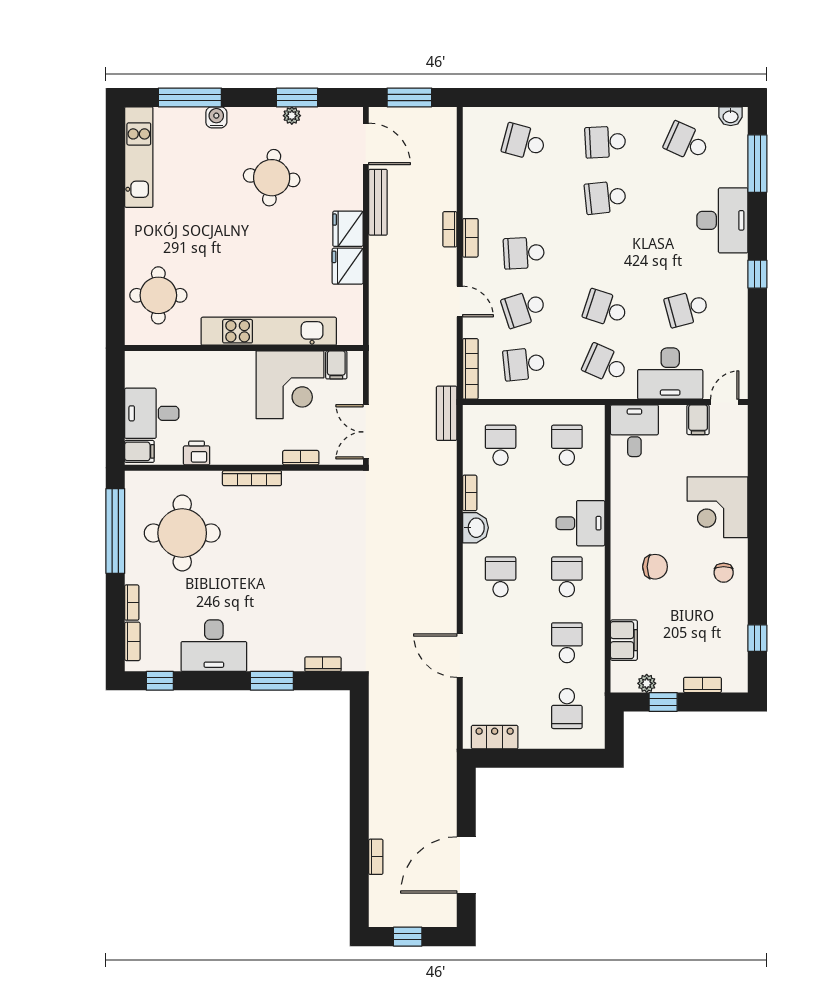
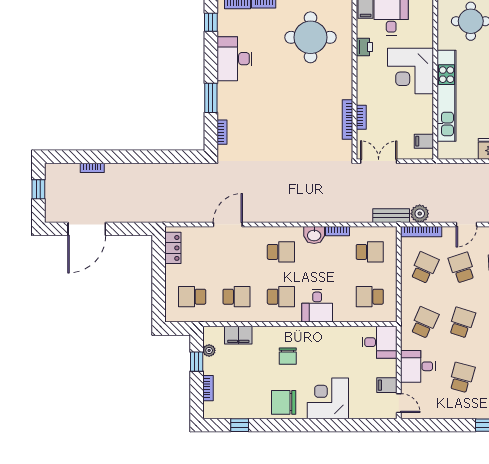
school desk: (687, 309) -> (462, 377), turned 30
school desk: (524, 364) -> (424, 268), turned 30
plant: (444, 371) -> (420, 214), added
desk: (670, 374) -> (418, 366), width x0.73
corner desk: (290, 385) -> (410, 71), moved
school desk: (567, 445) -> (370, 297), turned 180
bookcase: (252, 478) -> (348, 119), moved
chair: (724, 573) -> (284, 402), width x1.87, depth x1.87
door: (466, 865) -> (87, 229), swing flipped

